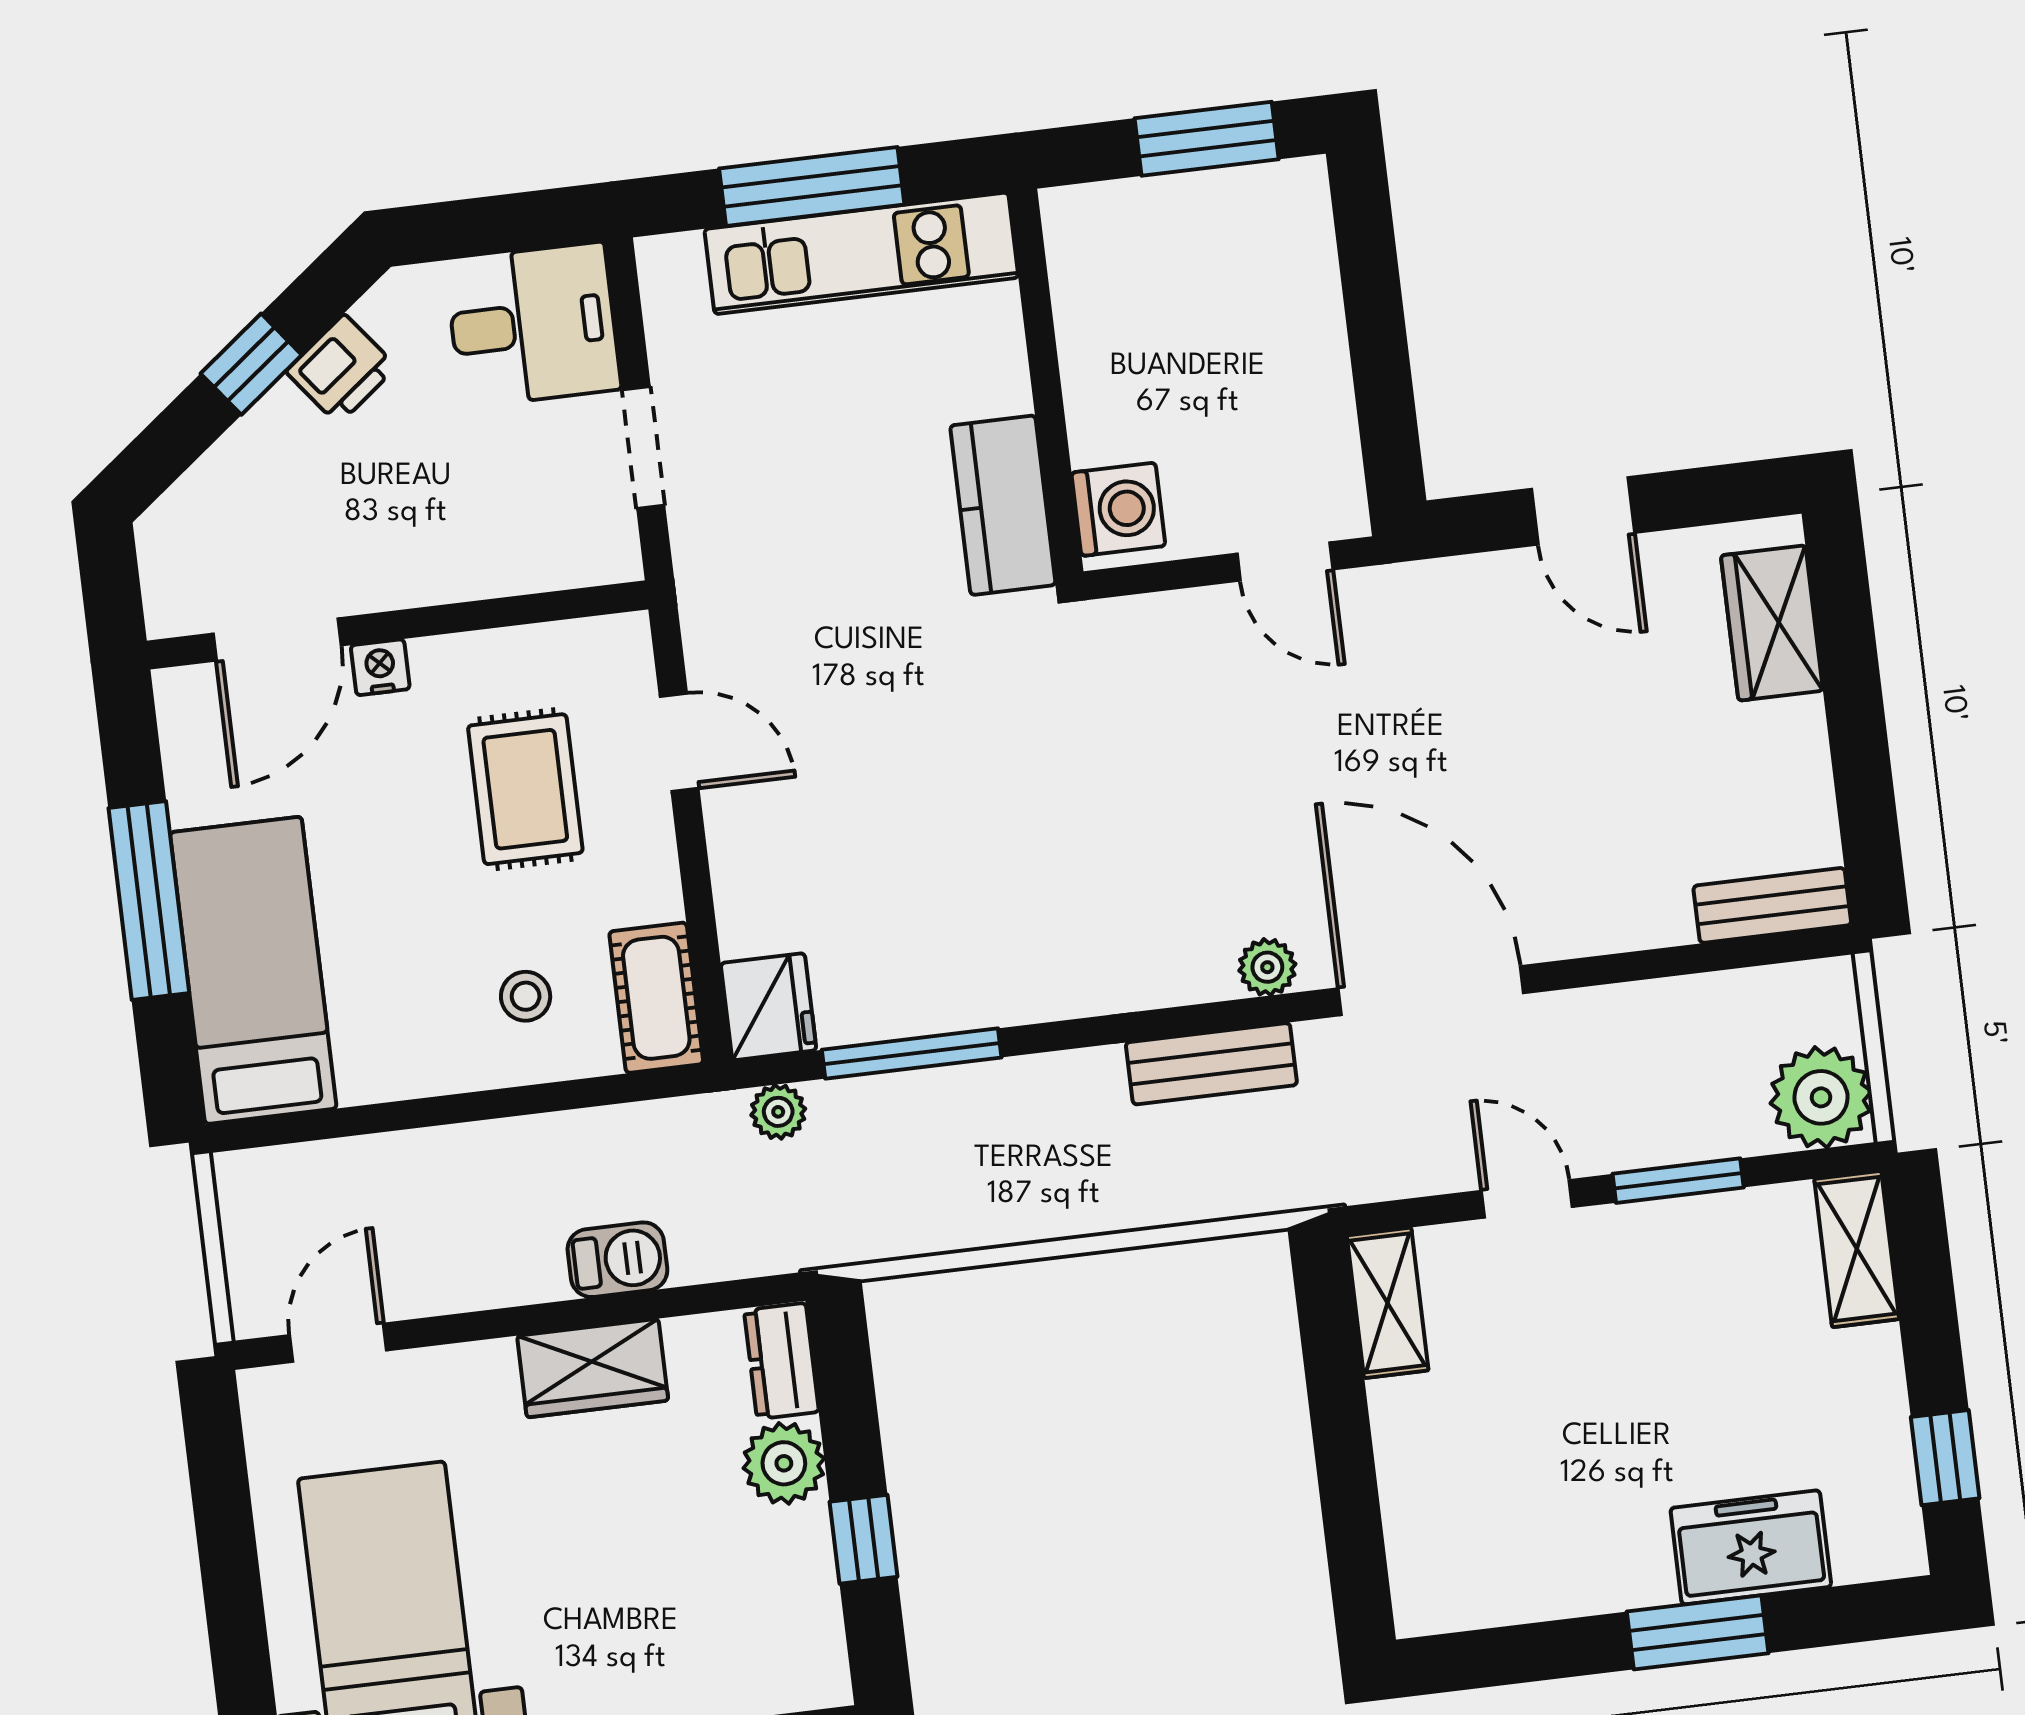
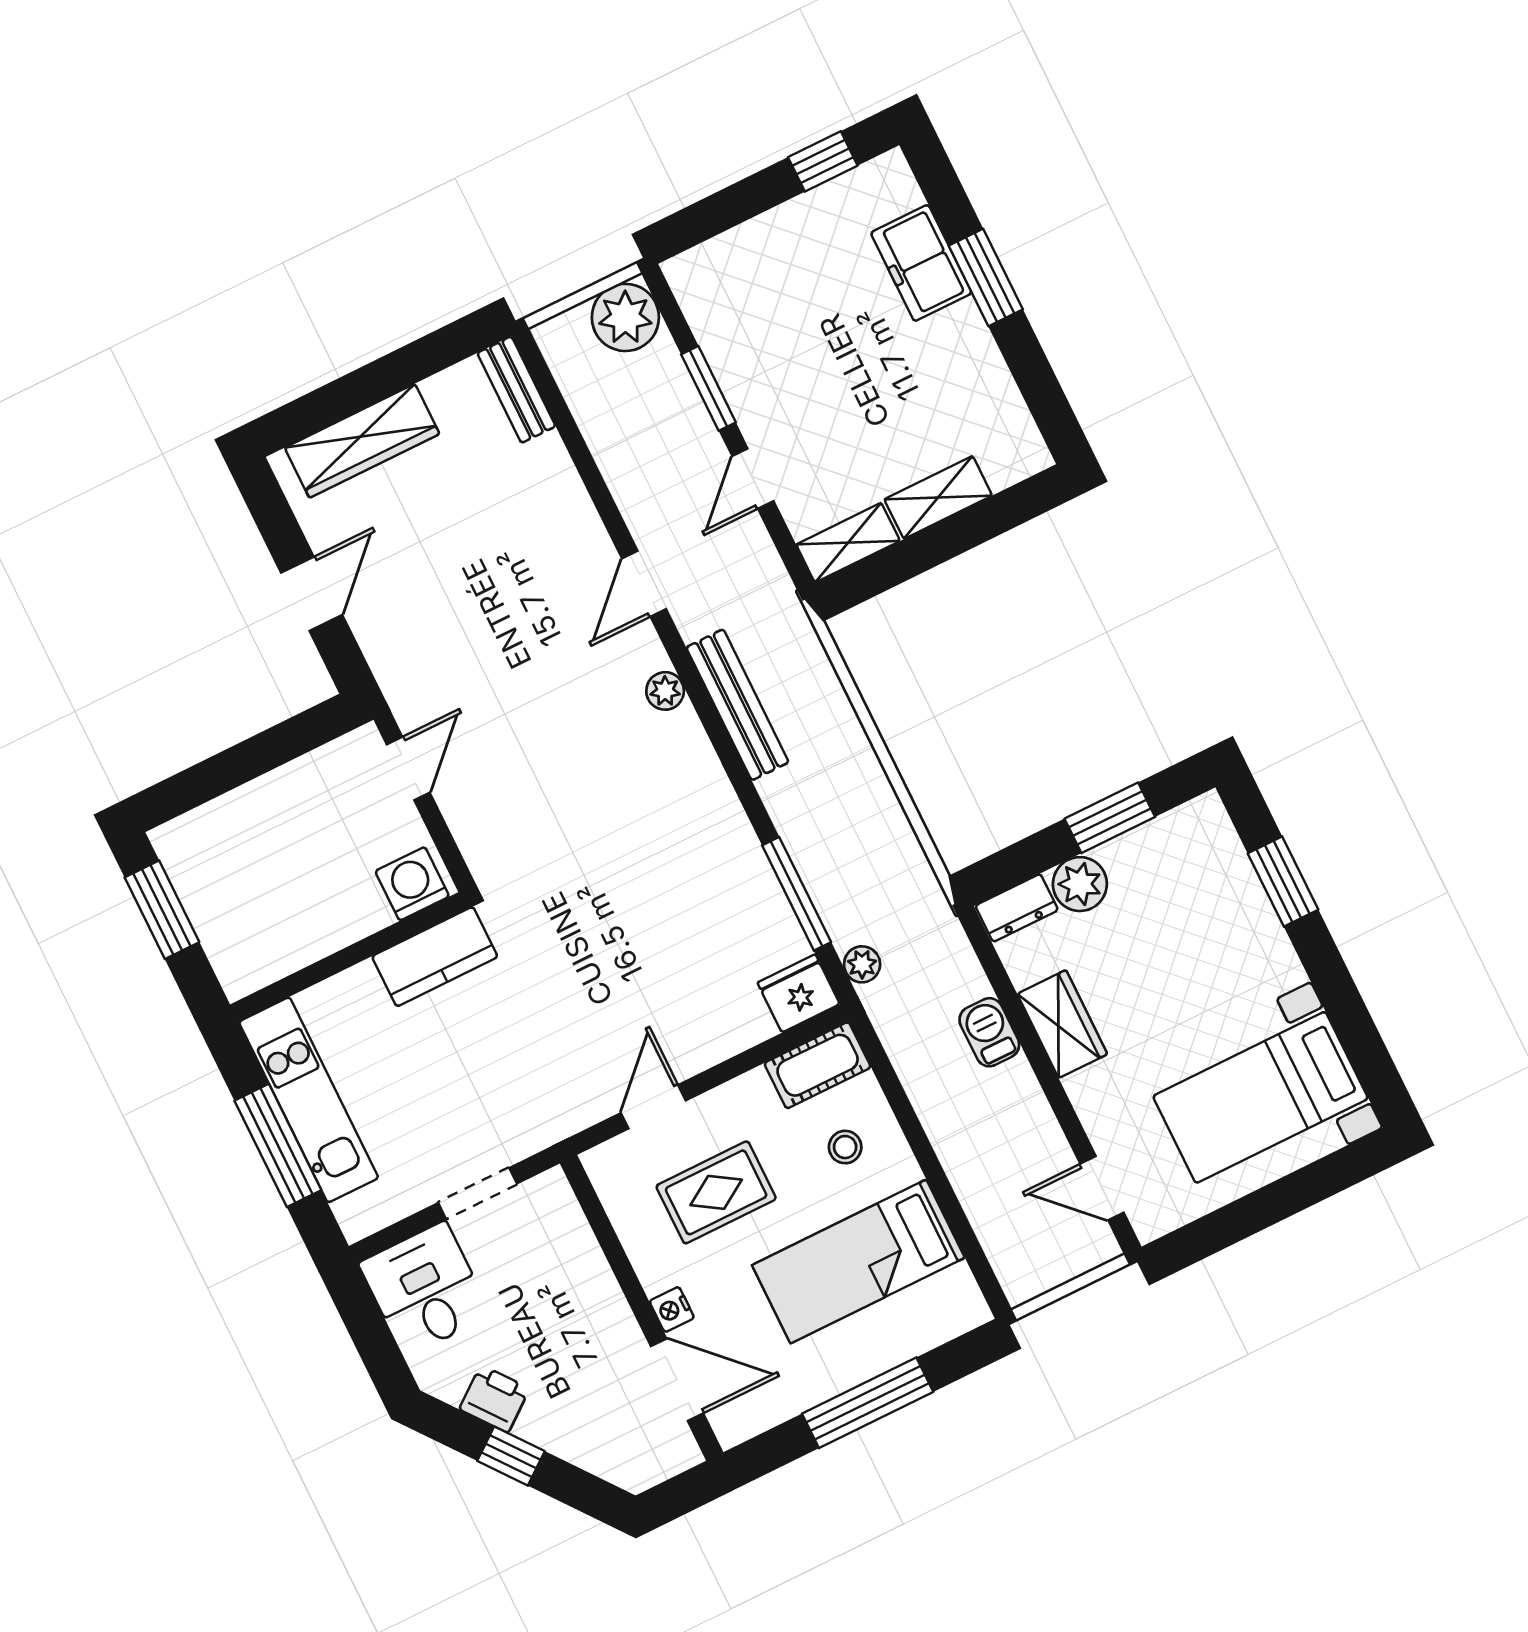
wardrobe: (1772, 623) -> (362, 441), width x1.50
bed: (253, 970) -> (858, 1261), moved
door: (1431, 991) -> (644, 584), width x0.53
bench: (1211, 1064) -> (737, 705), width x1.36
shelving: (1857, 1249) -> (938, 497), moved
window: (864, 1539) -> (1110, 818), width x1.50

